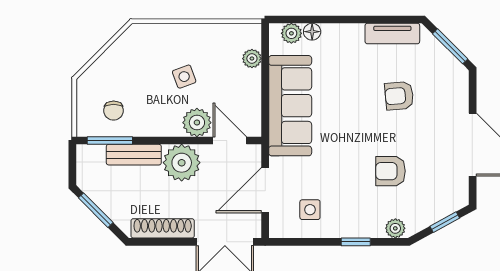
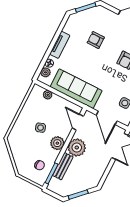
tv unit: (392, 34) -> (60, 45), moved
armchair: (399, 96) -> (96, 40), turned 95
plant: (197, 123) -> (57, 143), moved
door: (230, 141) -> (78, 122), hinge flipped
shoe rack: (163, 228) -> (101, 170), removed

